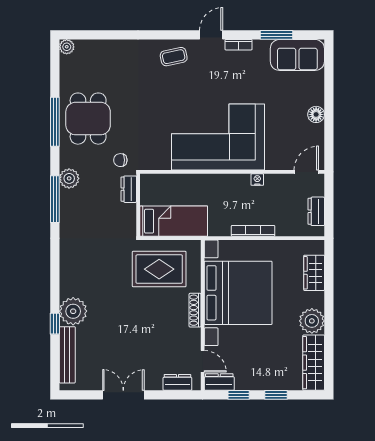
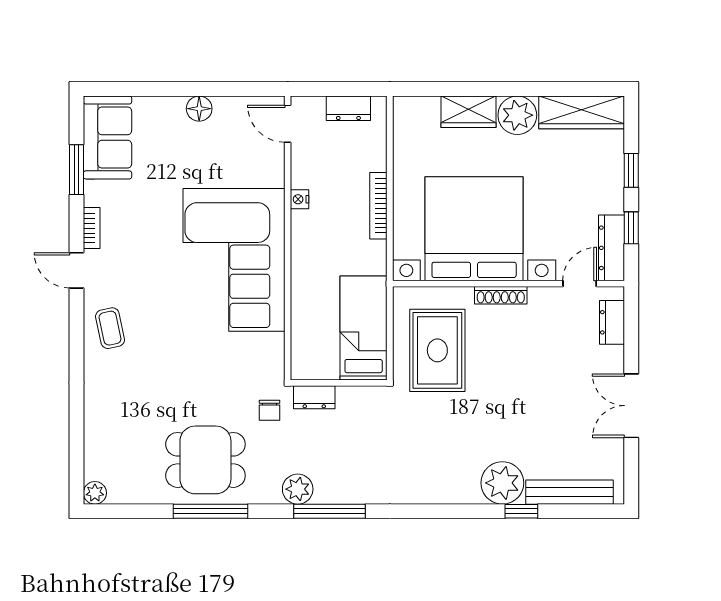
wardrobe: (314, 273) -> (468, 112), moved
dresser: (219, 382) -> (611, 248), width x1.44

